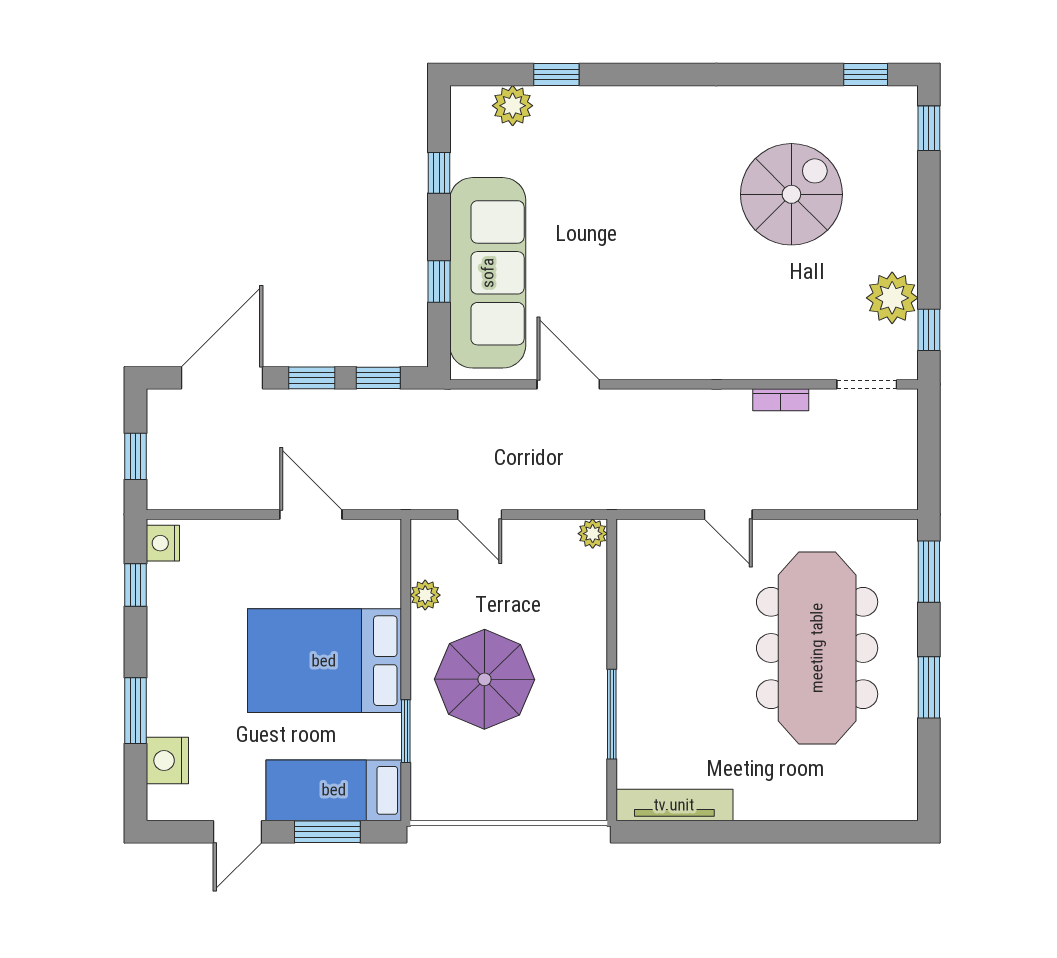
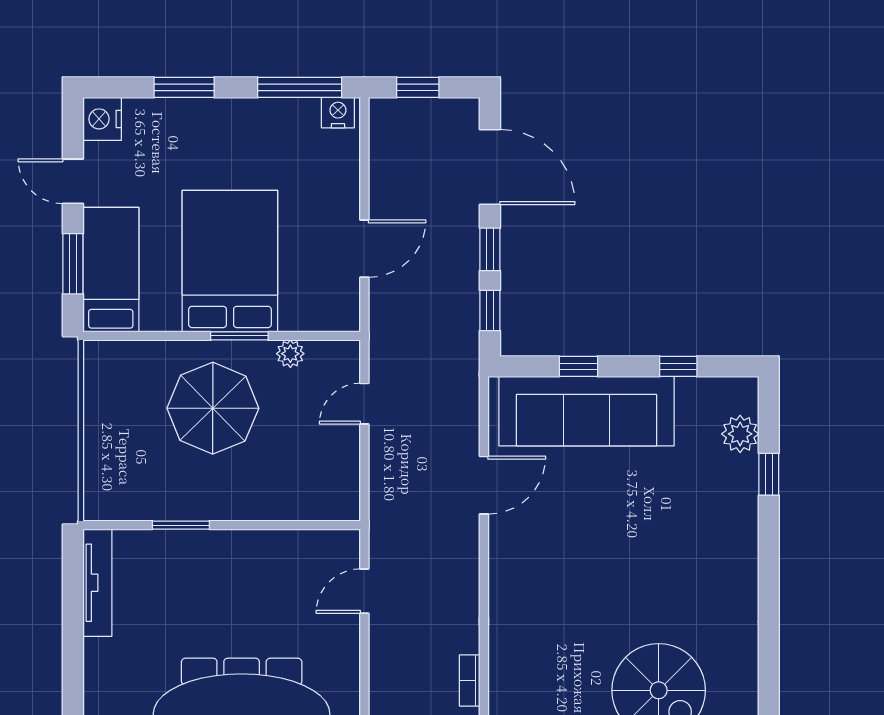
door: (728, 514) -> (364, 591), moved
plant: (593, 534) -> (347, 508), removed
window: (136, 585) -> (300, 87), width x2.17
window: (612, 714) -> (181, 525), width x0.69
window: (406, 731) -> (239, 336), moved
nightstand: (167, 761) -> (102, 119), moved, turned -90

